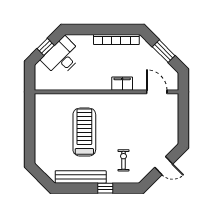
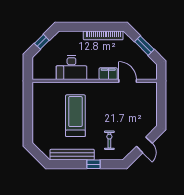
desk: (62, 57) -> (71, 68), moved, turned -135
door: (157, 92) -> (128, 81), moved
door: (164, 166) -> (144, 145), hinge flipped

